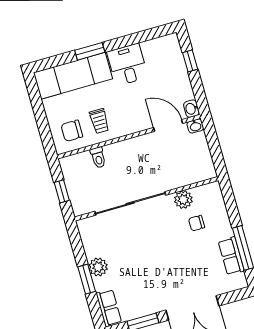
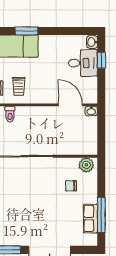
desk: (127, 65) -> (83, 63), moved, turned 90
washbasin: (191, 109) -> (92, 42), moved
plant: (183, 200) -> (86, 165), moved

